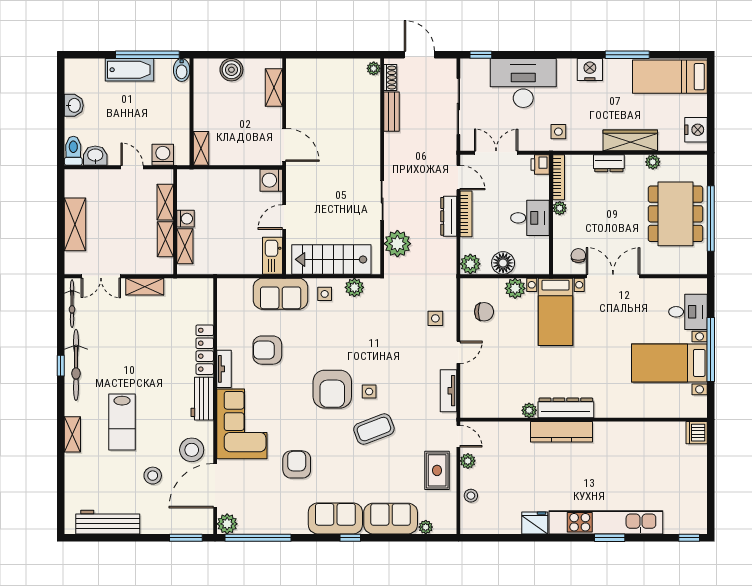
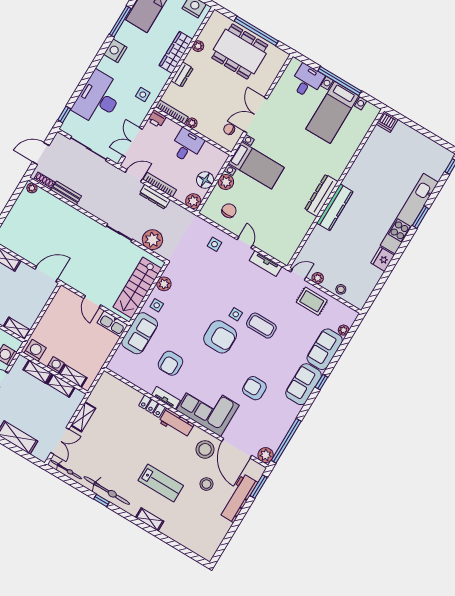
washing machine: (271, 180) -> (35, 350), moved, turned 180
locker: (205, 350) -> (152, 406), width x0.66
plant: (529, 410) -> (309, 220), removed
coffee table: (374, 429) -> (261, 326), turned -69
workbench: (108, 522) -> (238, 498), moved

